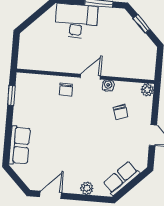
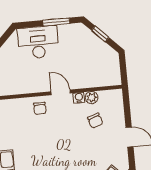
door: (90, 77) -> (61, 92), hinge flipped
plant: (147, 90) -> (92, 97), moved

